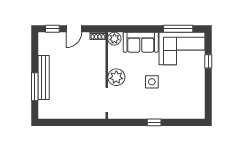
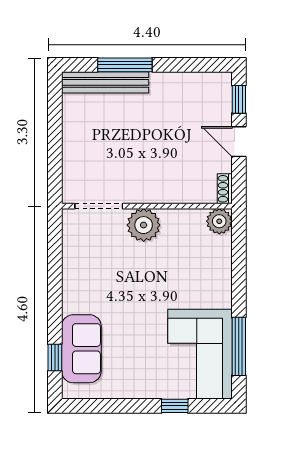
sofa: (141, 42) -> (81, 349), moved, turned 180
bench: (44, 77) -> (105, 82), moved
side table: (152, 82) -> (135, 295), removed
window: (154, 122) -> (55, 357), moved

